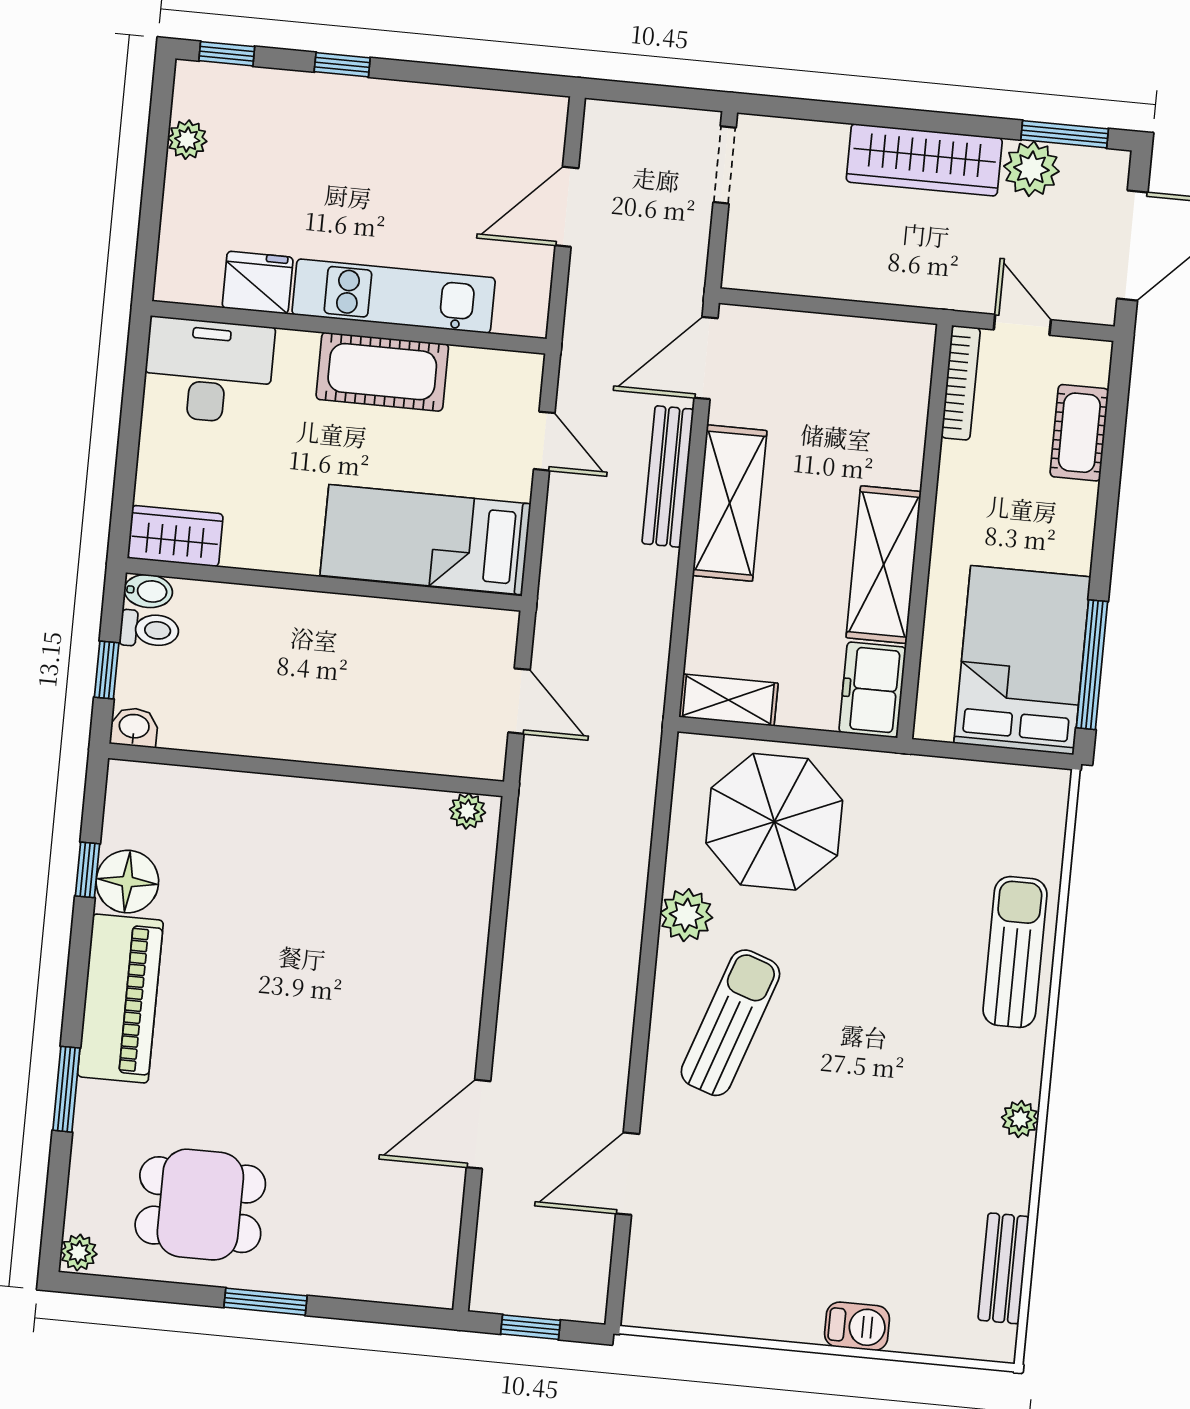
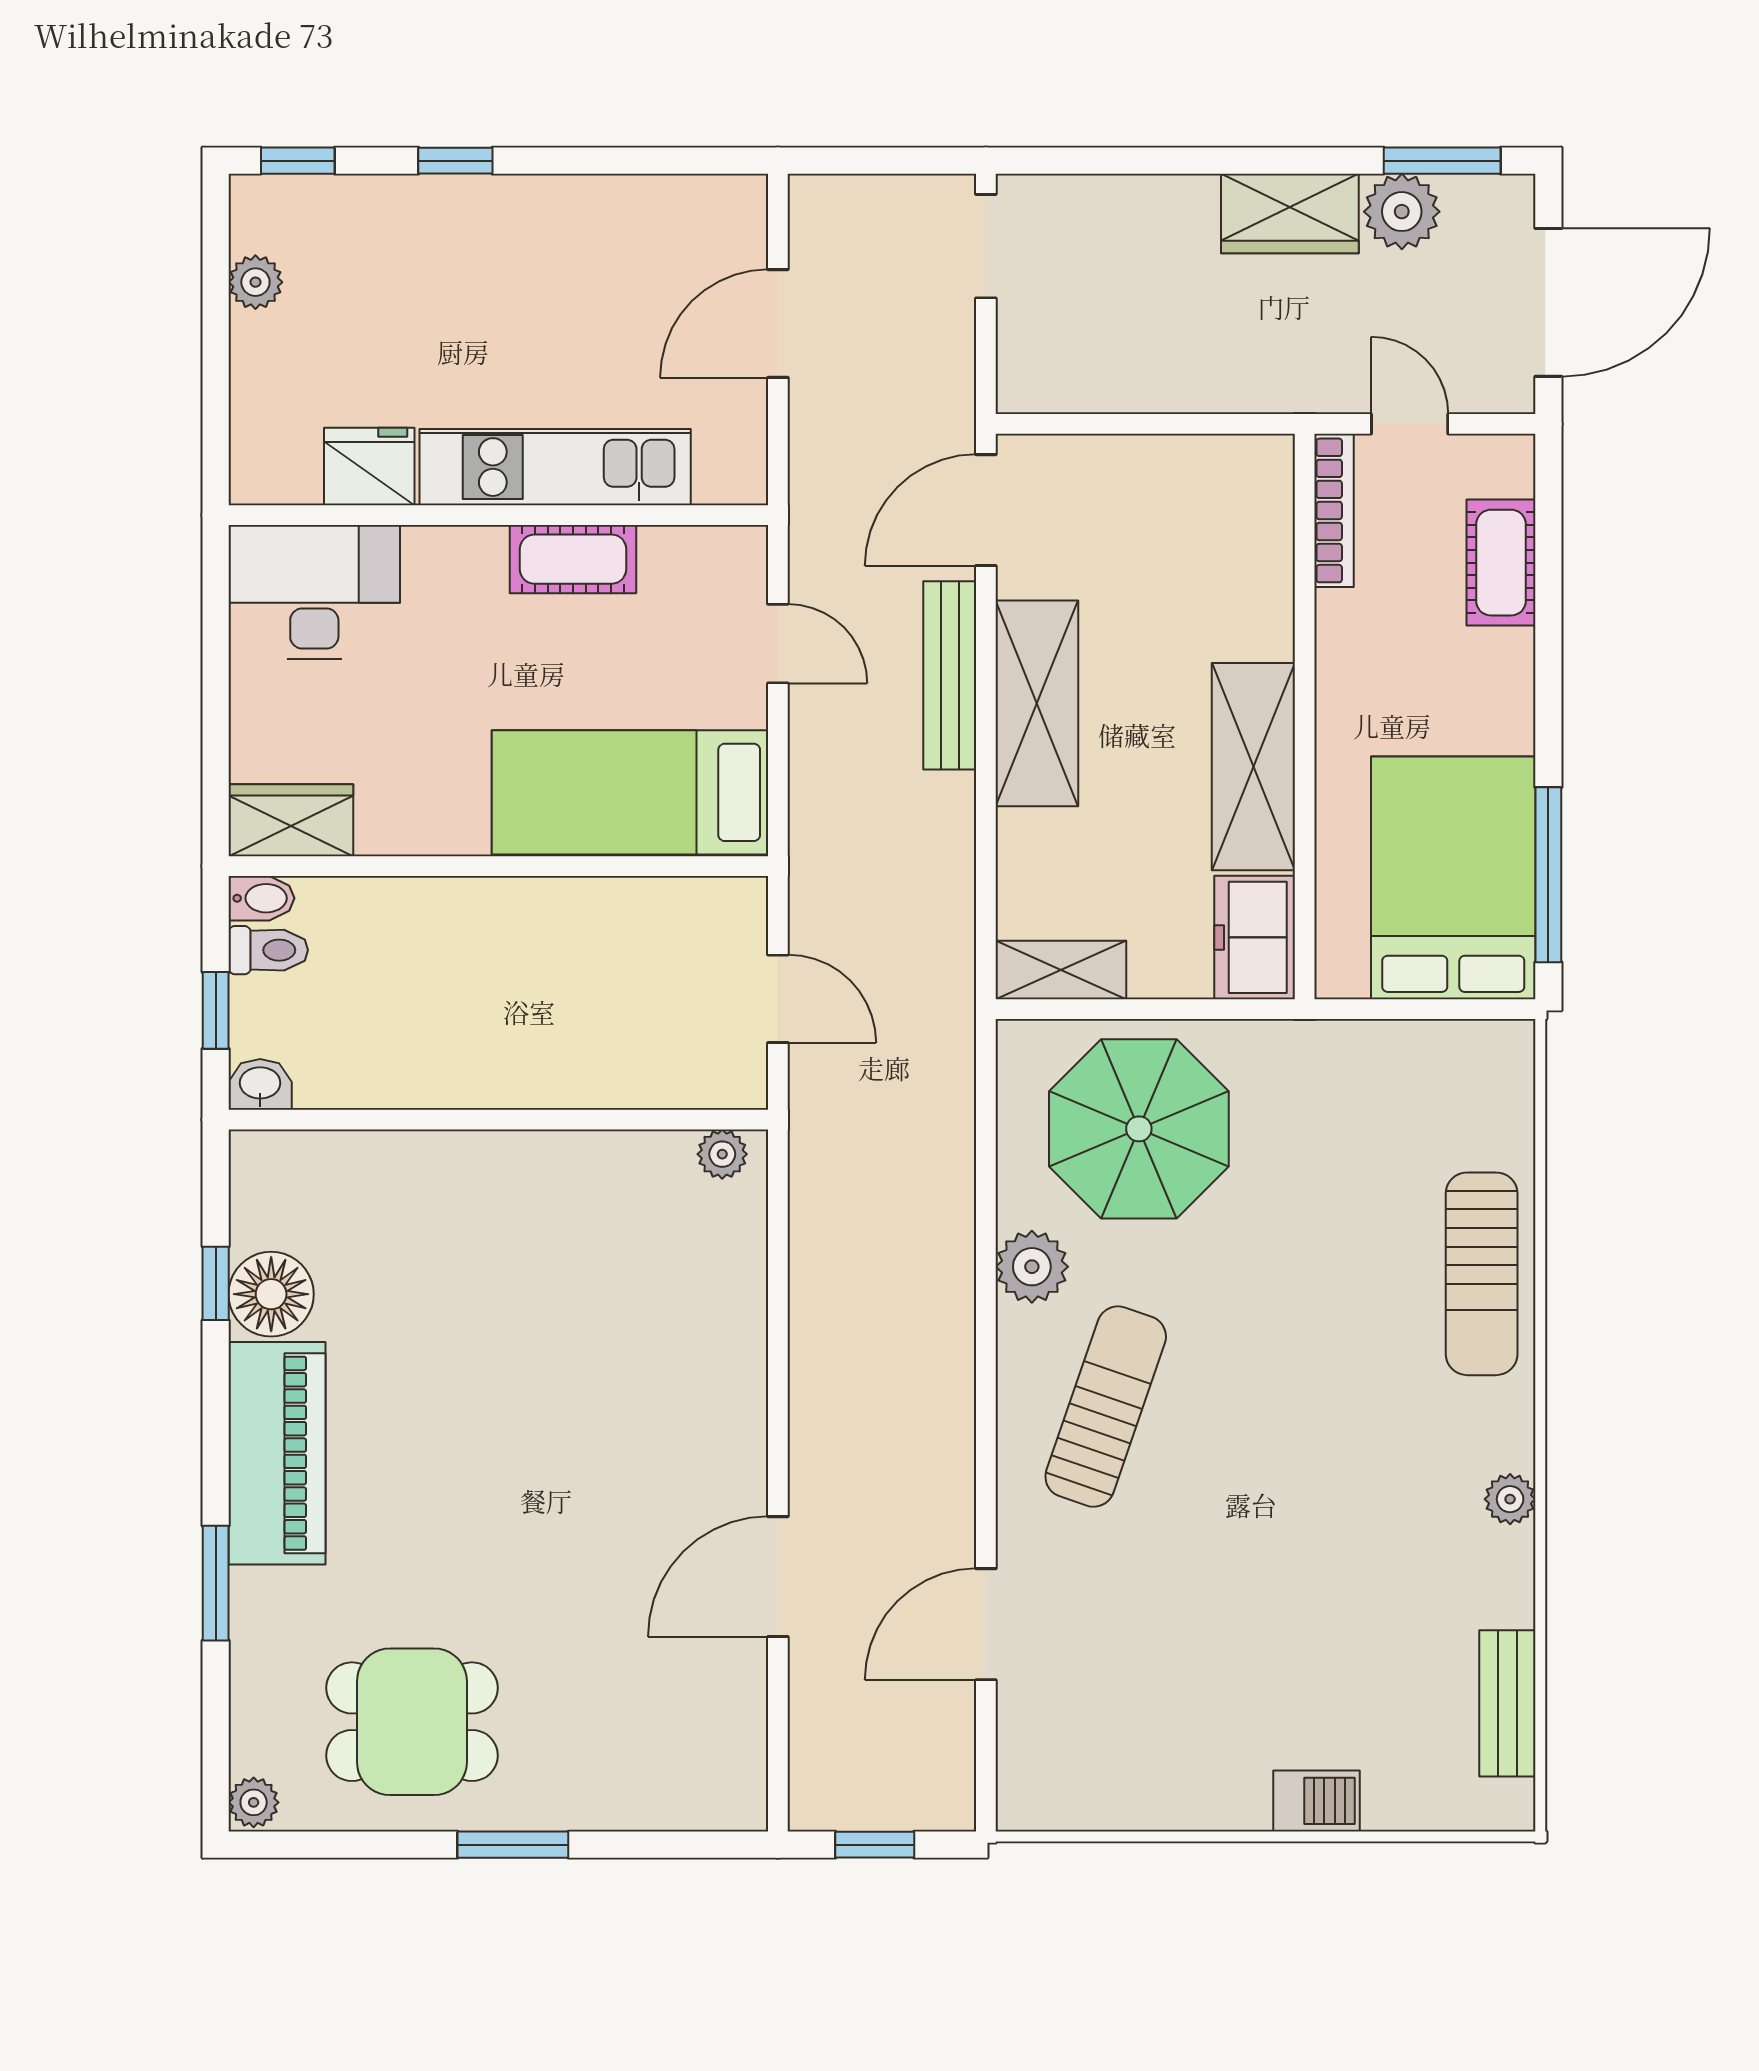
wardrobe: (924, 160) -> (1290, 214), width x0.67
cot: (382, 372) -> (573, 559), width x0.73, depth x0.75
sun lounger: (1015, 952) -> (1482, 1274), turned 180

